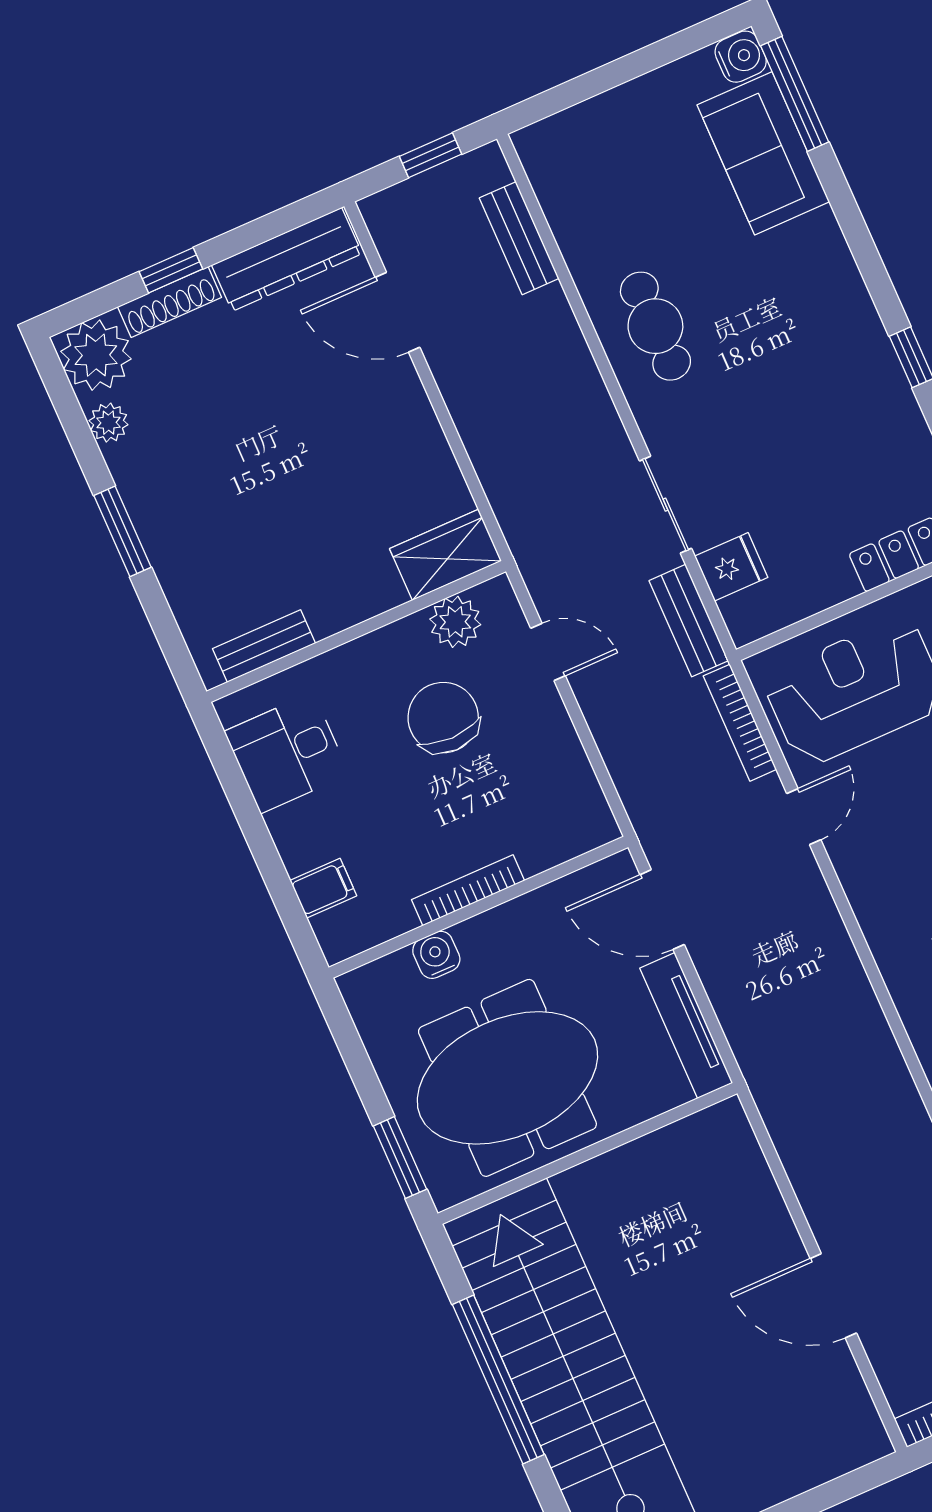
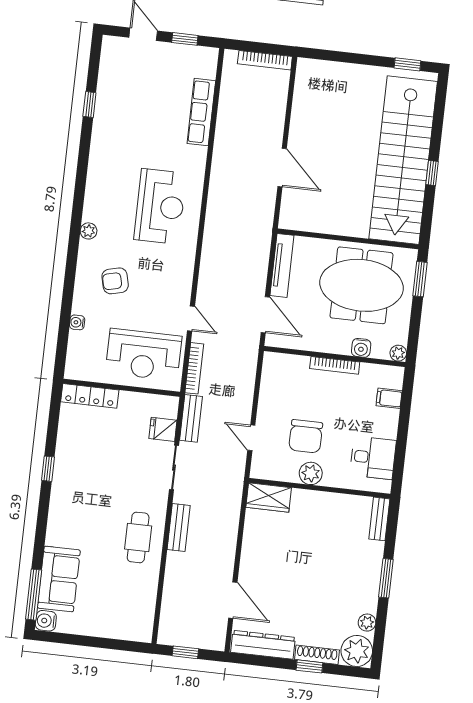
bench: (519, 238) -> (179, 527), moved
plant: (455, 622) -> (311, 473), moved
bench: (264, 646) -> (379, 519), moved, turned 90
door: (804, 817) -> (191, 318), swing flipped
plant: (357, 987) -> (398, 353), added
door: (833, 1296) -> (282, 168), moved
window: (498, 1379) -> (432, 173), width x0.32

